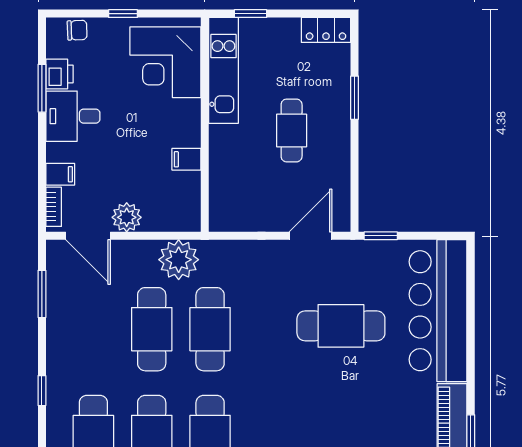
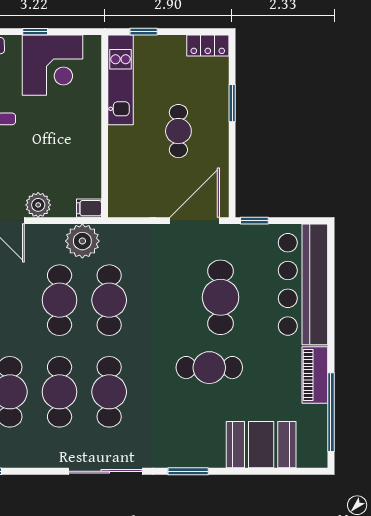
corner desk: (165, 62) -> (53, 65), moved, turned -90
filing cabinet: (186, 159) -> (89, 208), moved
door: (311, 236) -> (195, 221), width x1.36
cafe table: (341, 326) -> (221, 297), turned 90
cafe table: (328, 408) -> (209, 368), added

